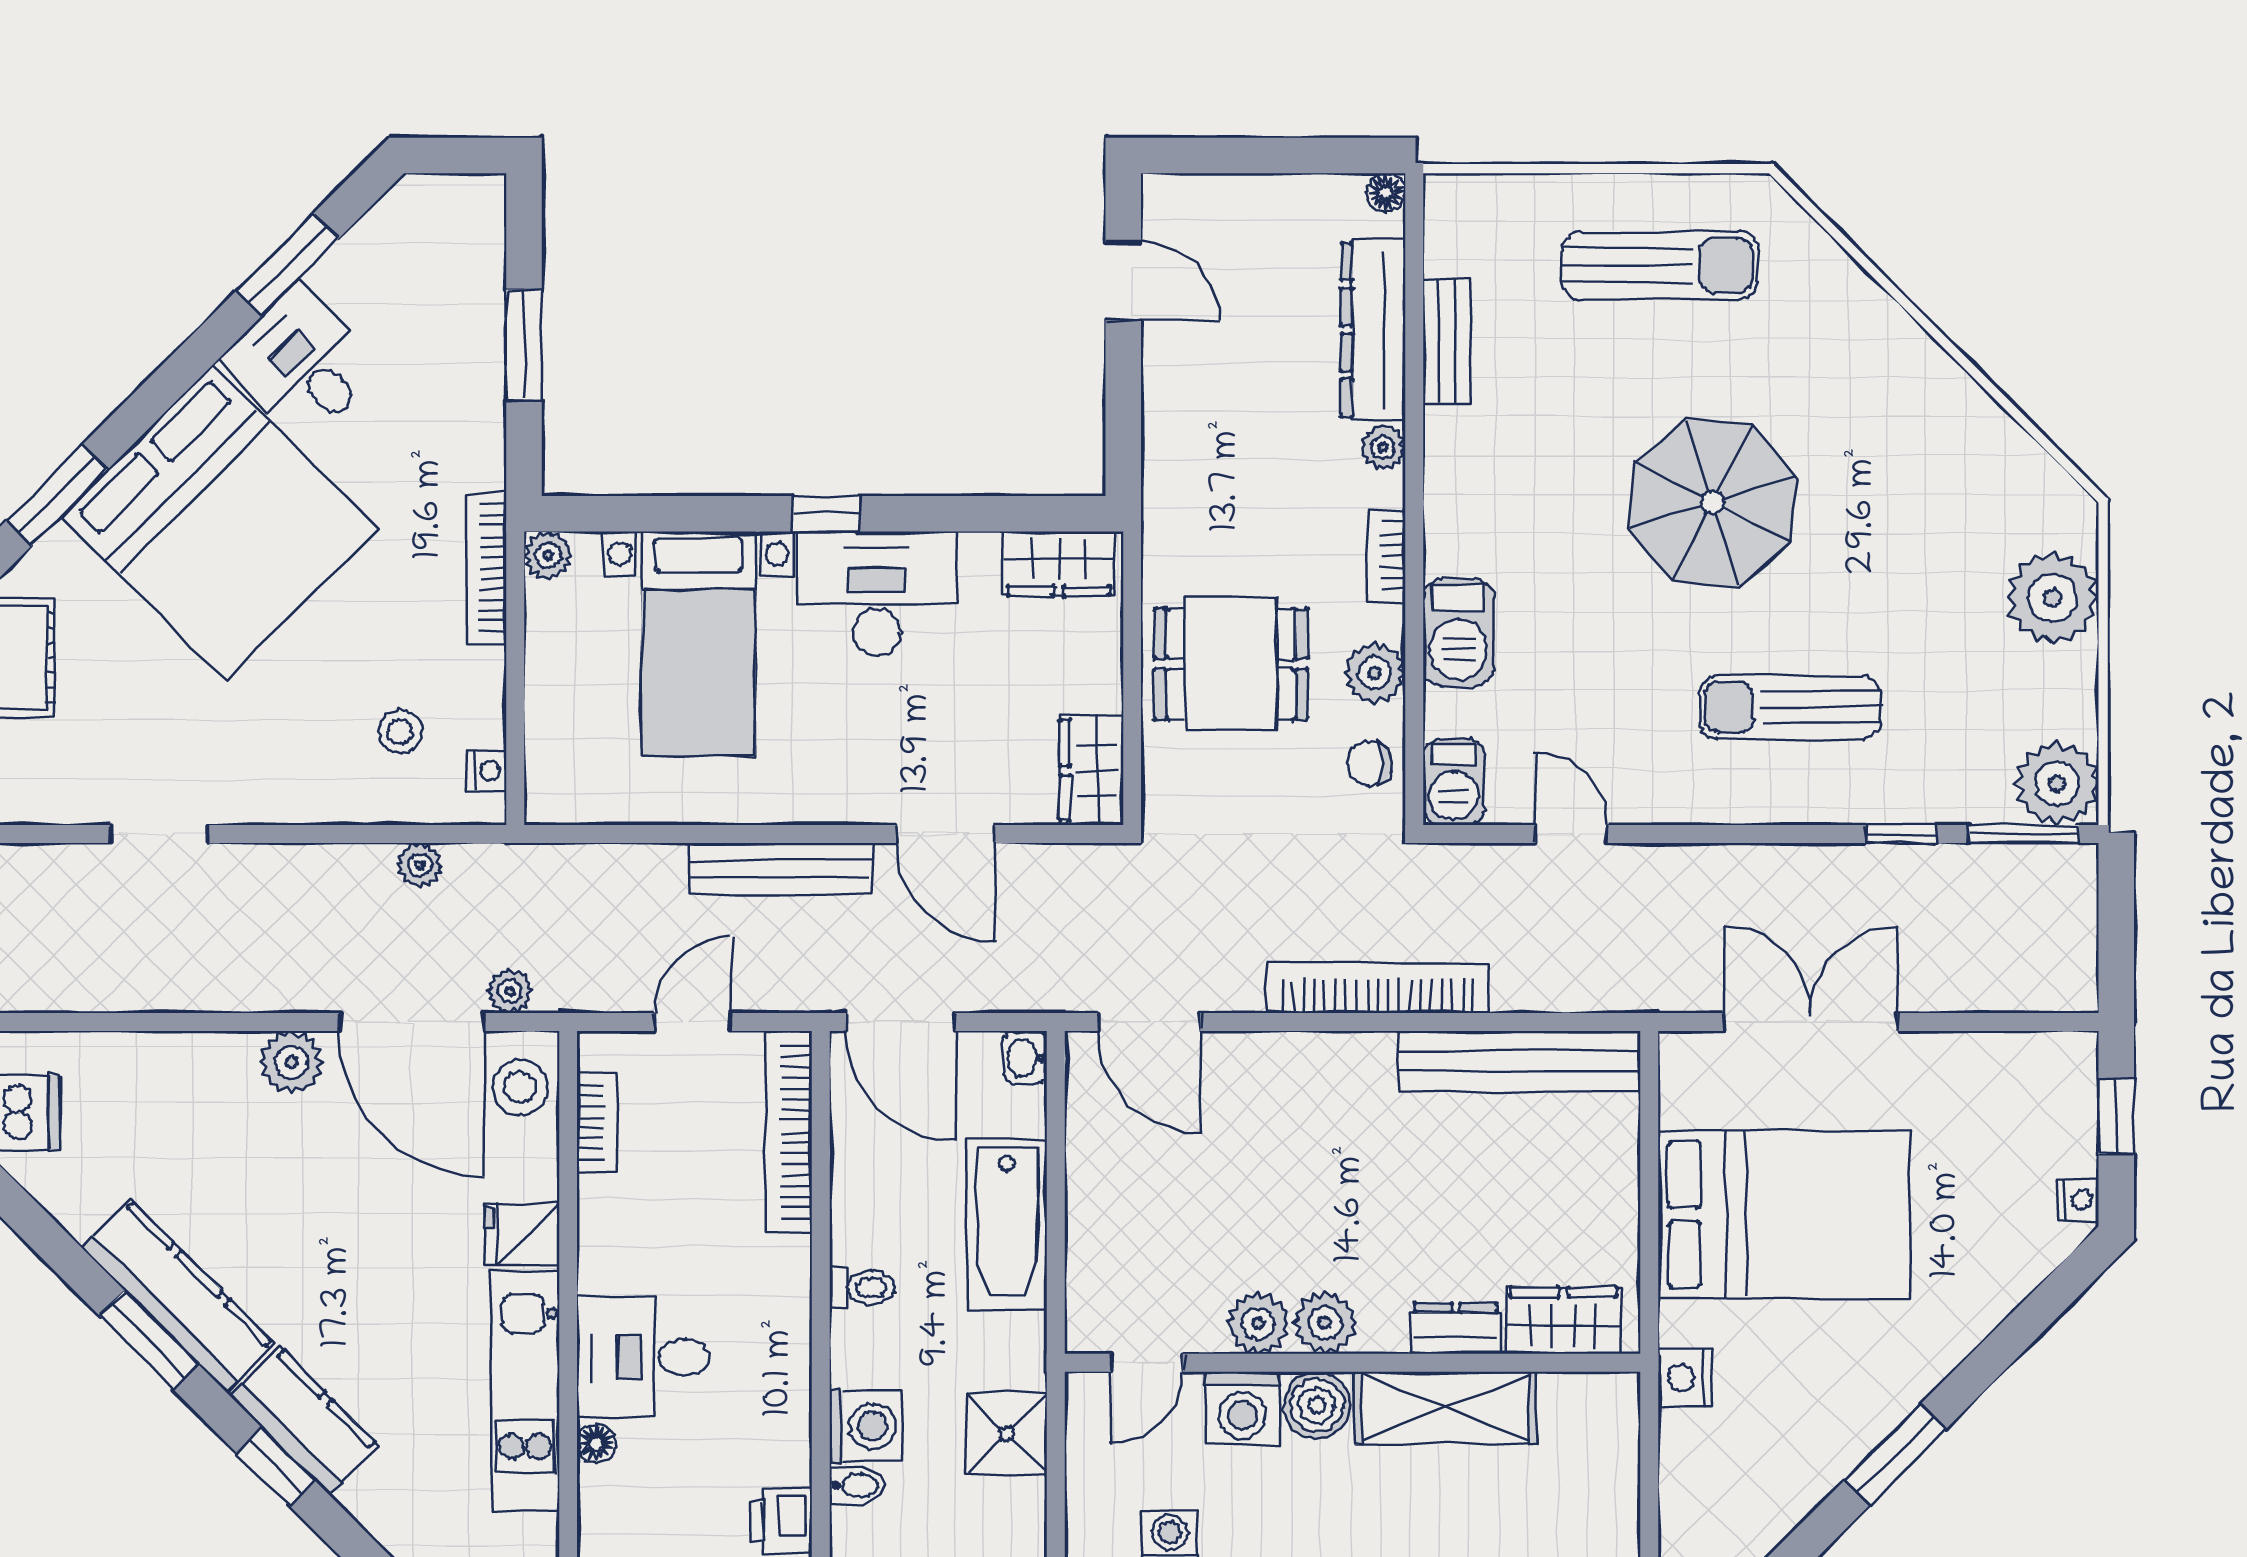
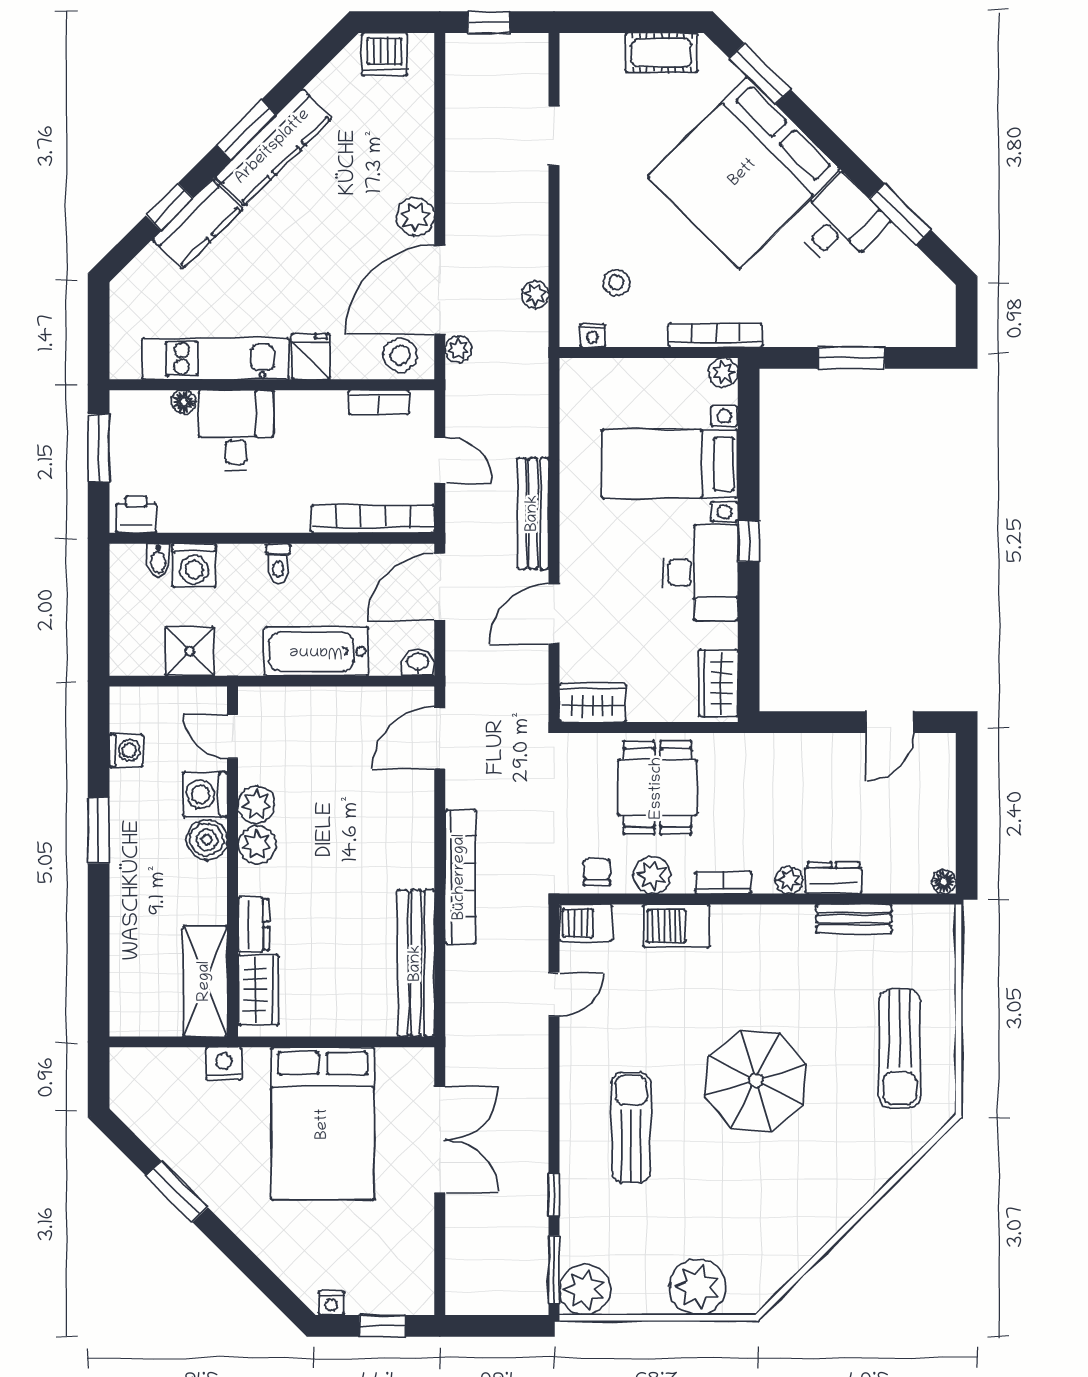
dresser: (1373, 330) -> (834, 878), width x0.51, depth x0.80
shelving: (1446, 1408) -> (205, 981), moved

